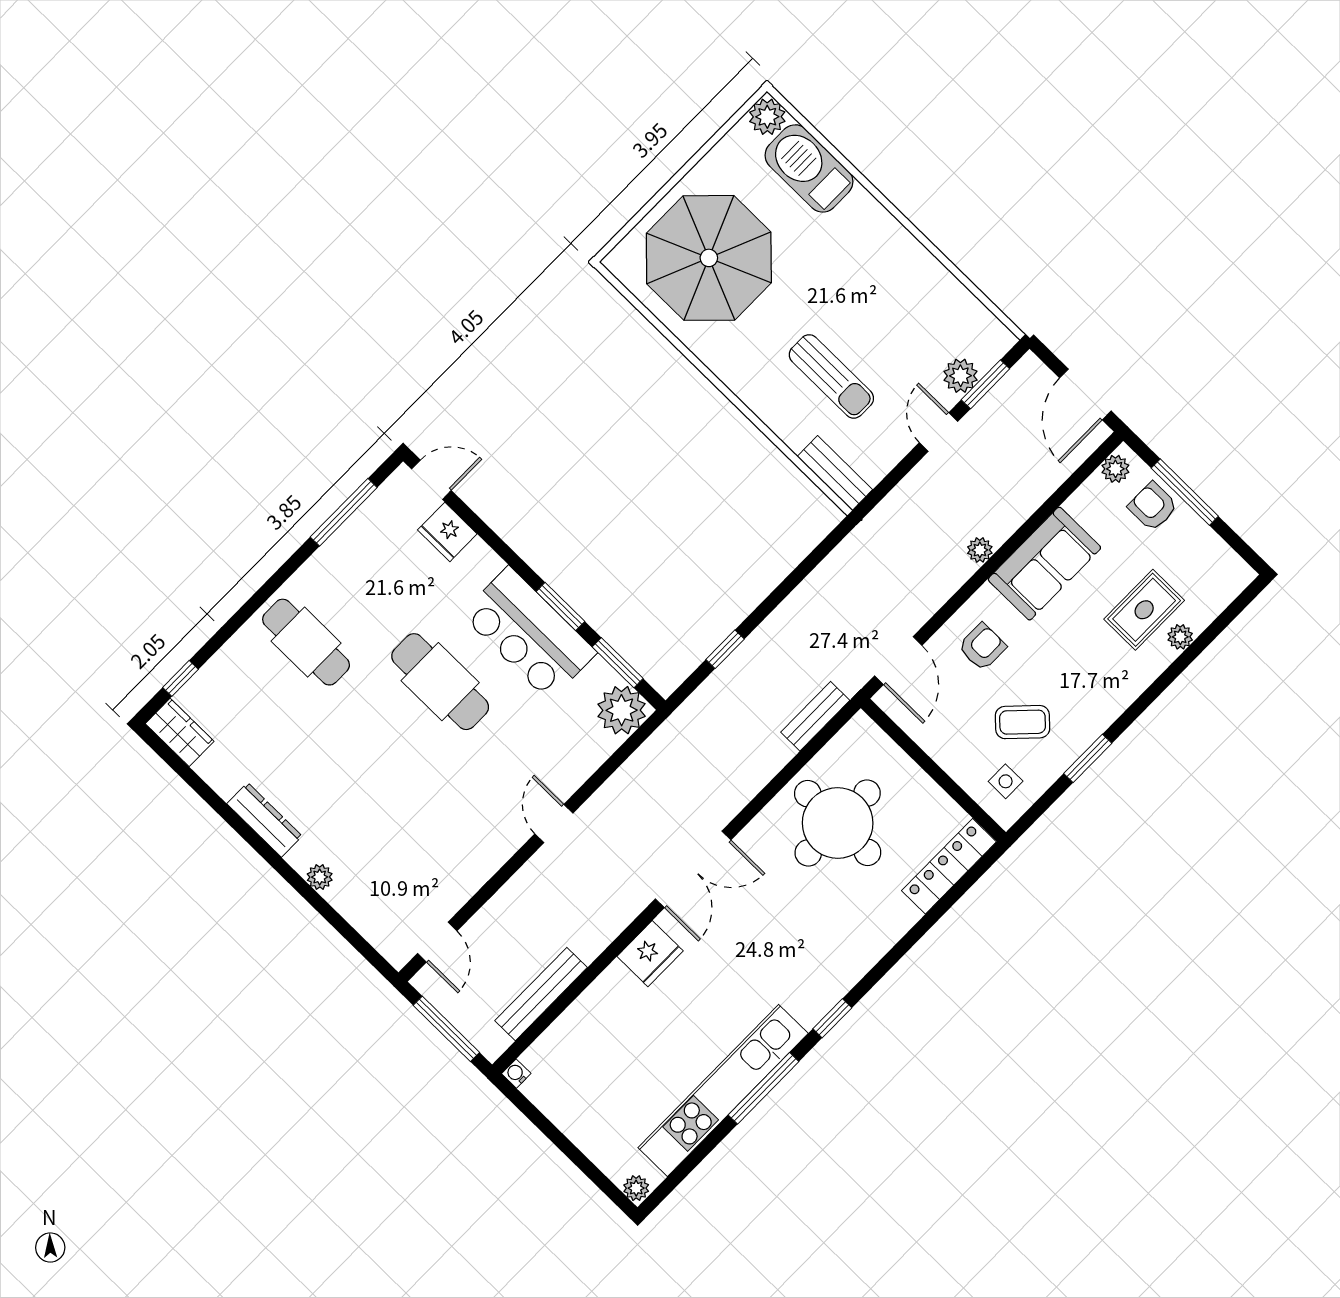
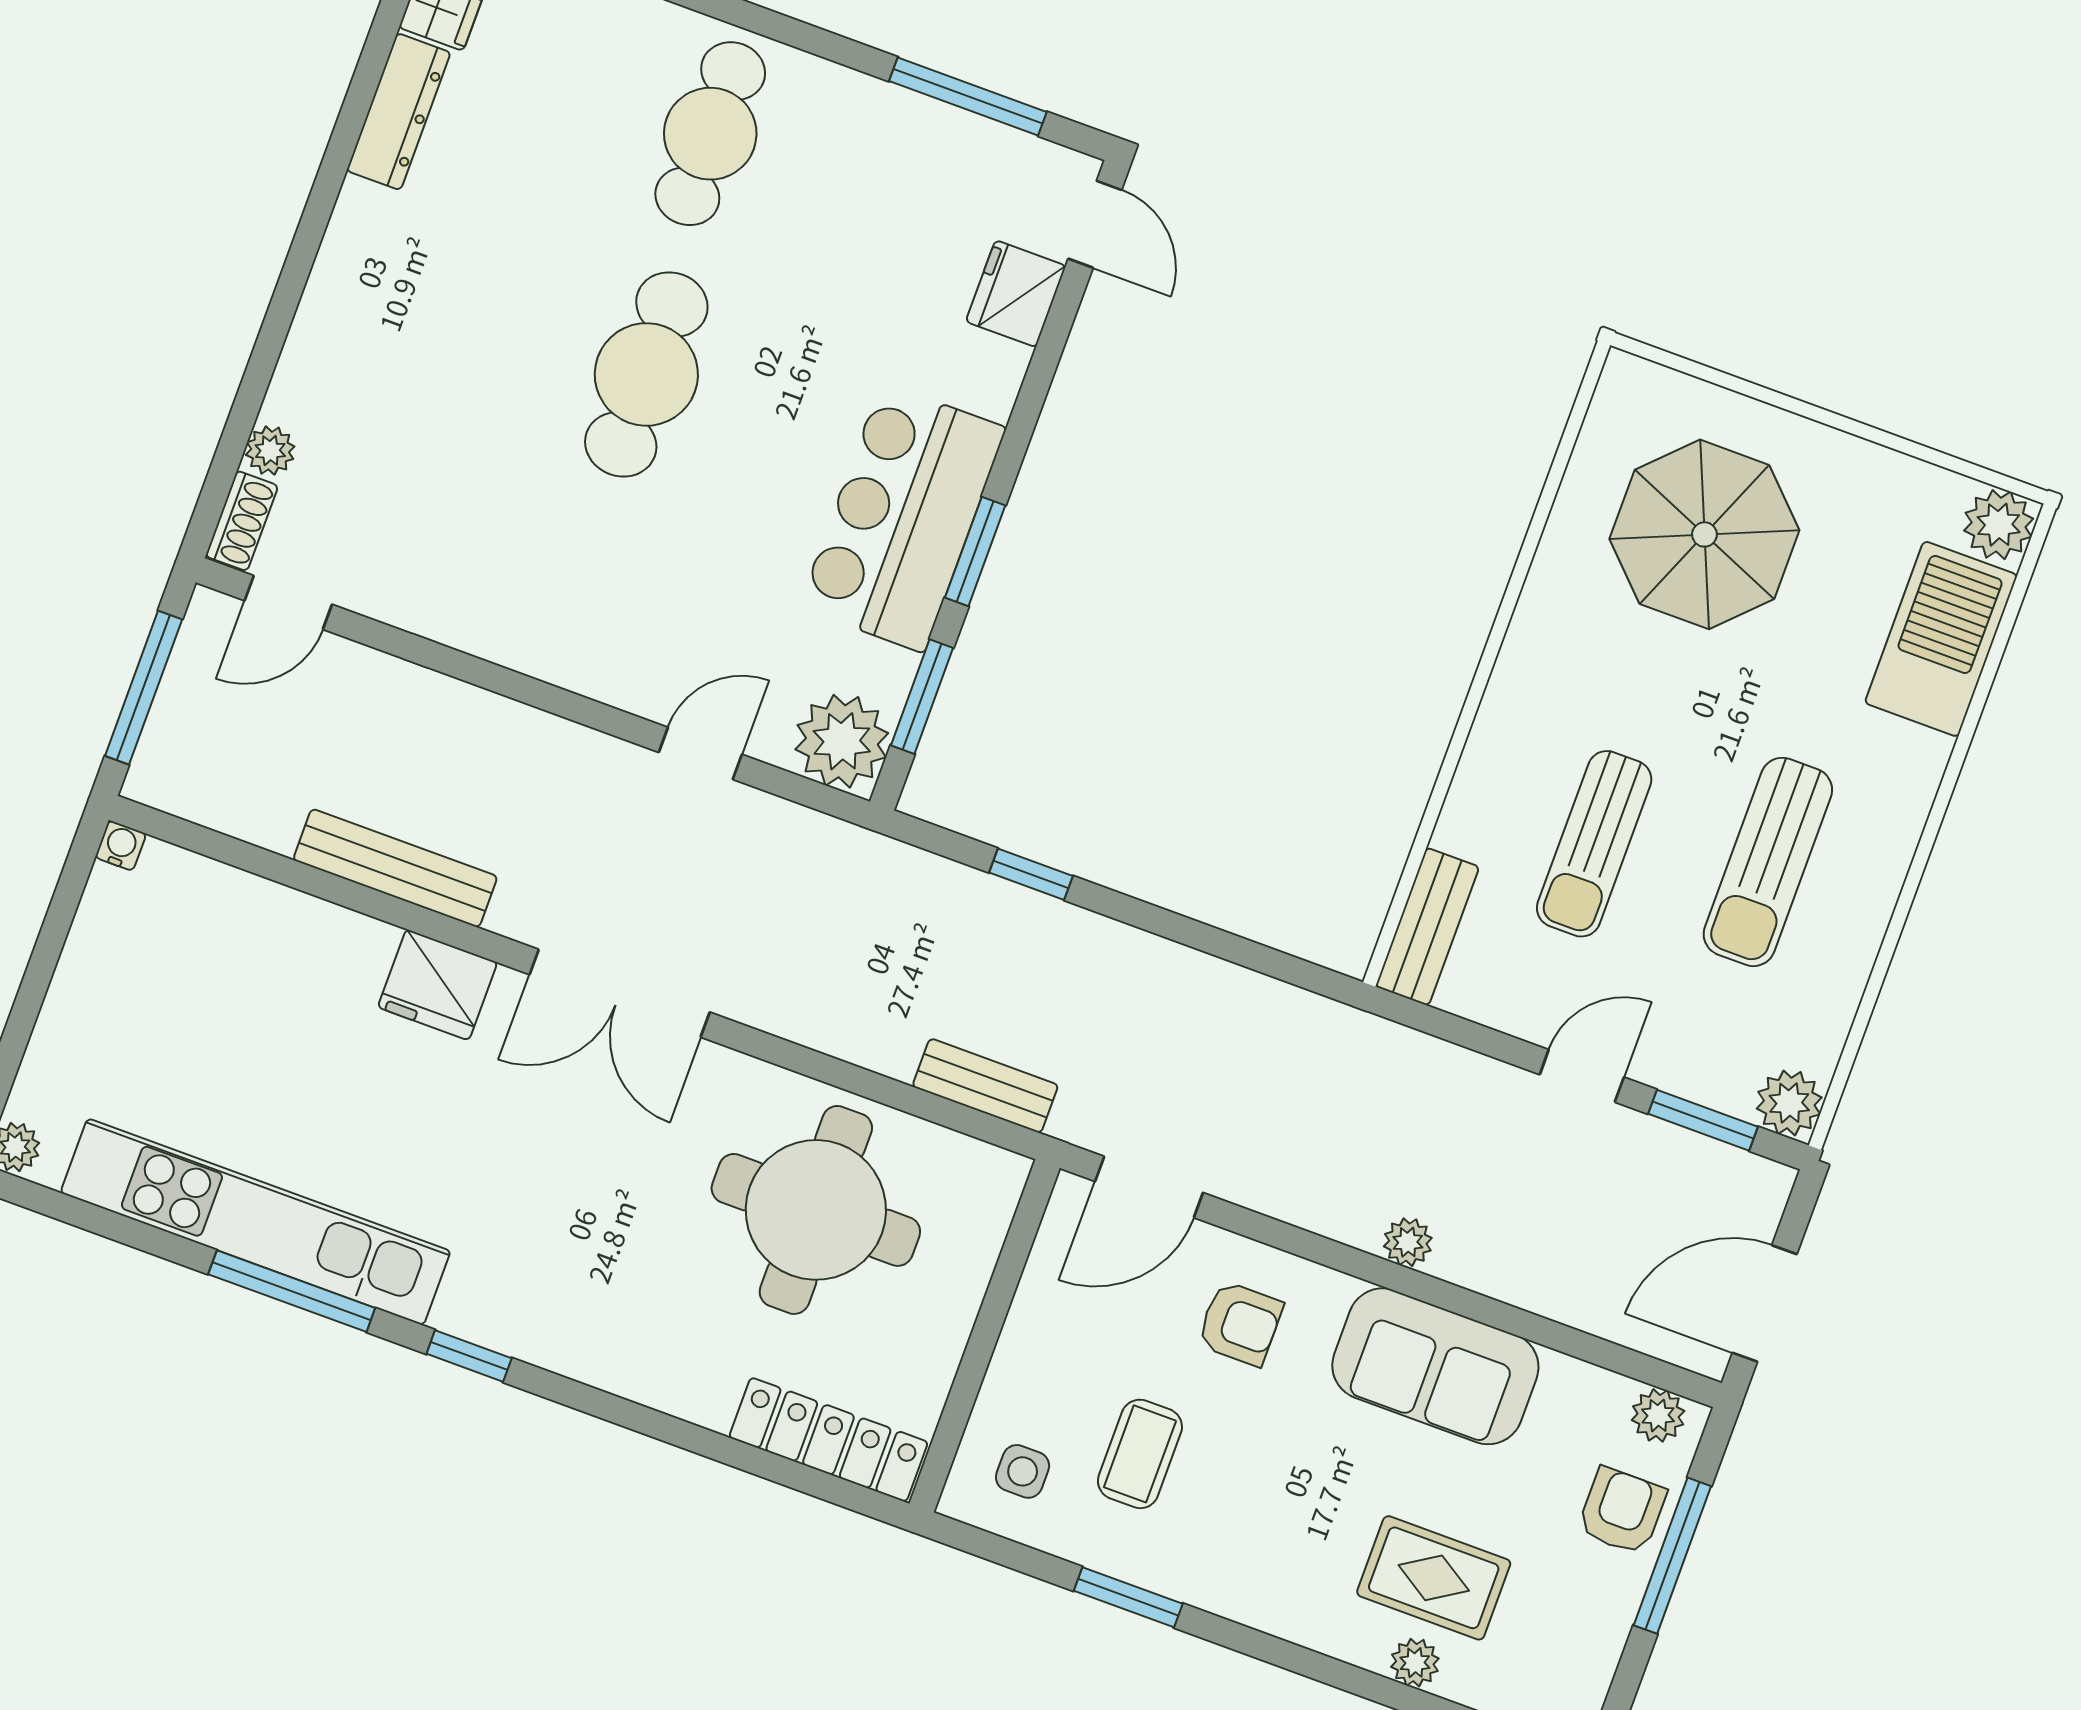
parasol: (709, 258) -> (1704, 534), width x0.73, depth x0.73
sun lounger: (877, 298) -> (1768, 862), added
plant: (960, 376) -> (1789, 1103), moved
cafe table: (440, 682) -> (646, 374), moved
coffee table: (1023, 722) -> (1140, 1454), turned 46
dresser: (265, 820) -> (399, 112), moved
door: (554, 823) -> (700, 753), moved
plant: (320, 877) -> (270, 451), moved
shoe rack: (389, 947) -> (242, 521), added
bench: (541, 994) -> (395, 868), moved

